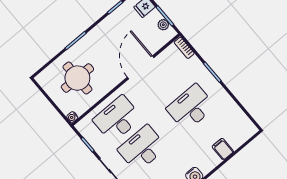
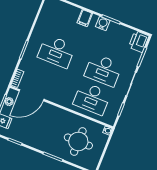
door: (141, 67) -> (32, 95), moved
filing cabinet: (223, 149) -> (85, 18), moved

